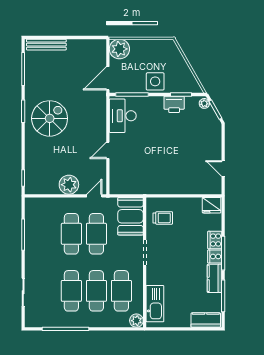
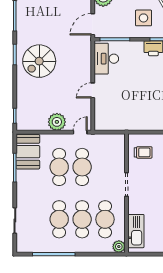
side table: (155, 81) -> (144, 18), moved
spiral stairs: (50, 118) -> (39, 61), turned 180
booth: (130, 216) -> (28, 152), moved

